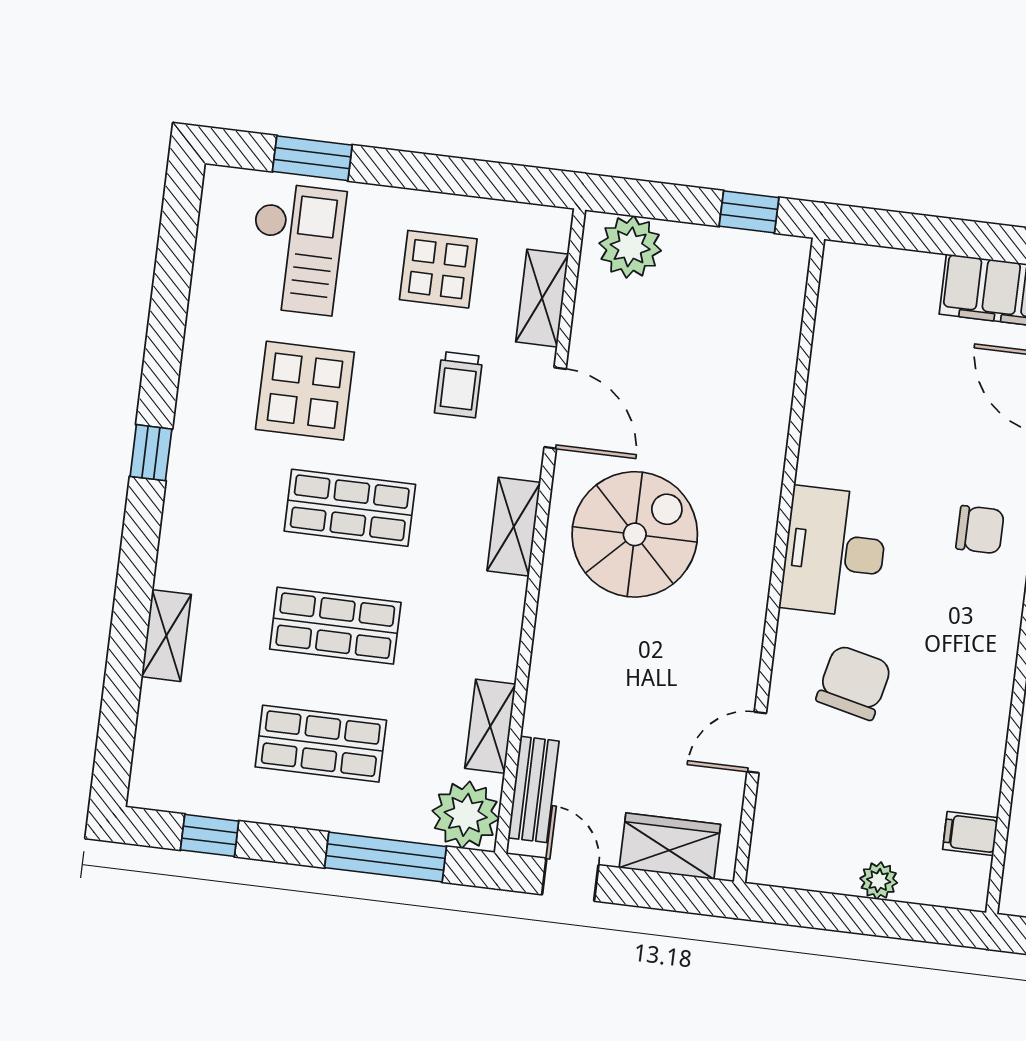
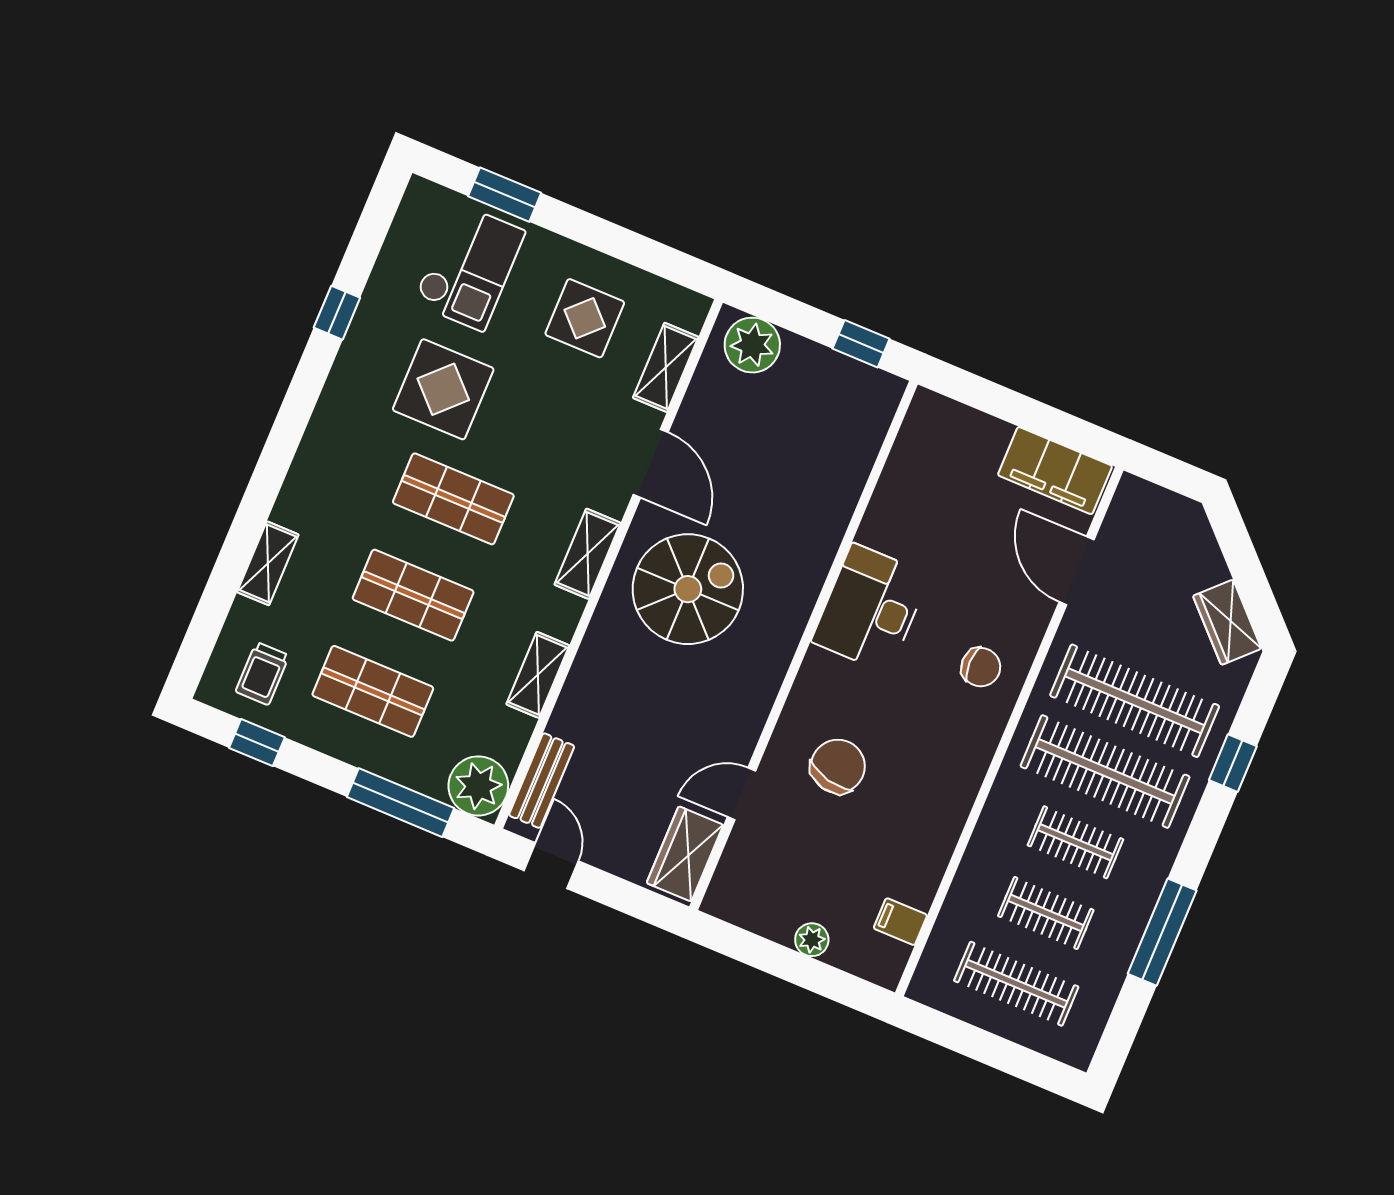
trolley: (459, 385) -> (262, 673), moved
window: (151, 453) -> (337, 313), moved
desk: (834, 552) -> (870, 608), moved
shelving: (490, 726) -> (538, 675), moved
wardrobe: (670, 846) -> (685, 854), moved, turned -90

